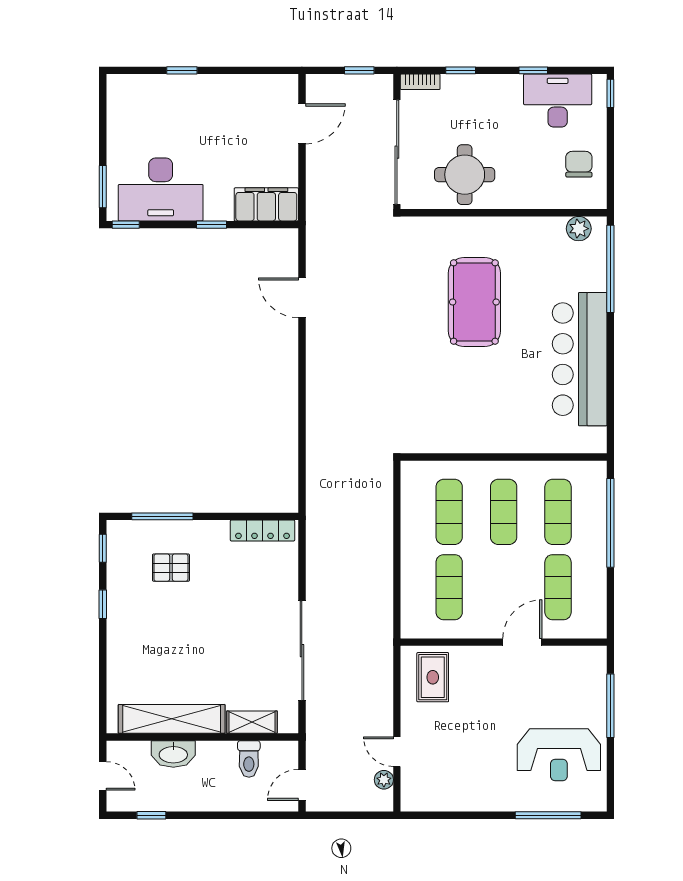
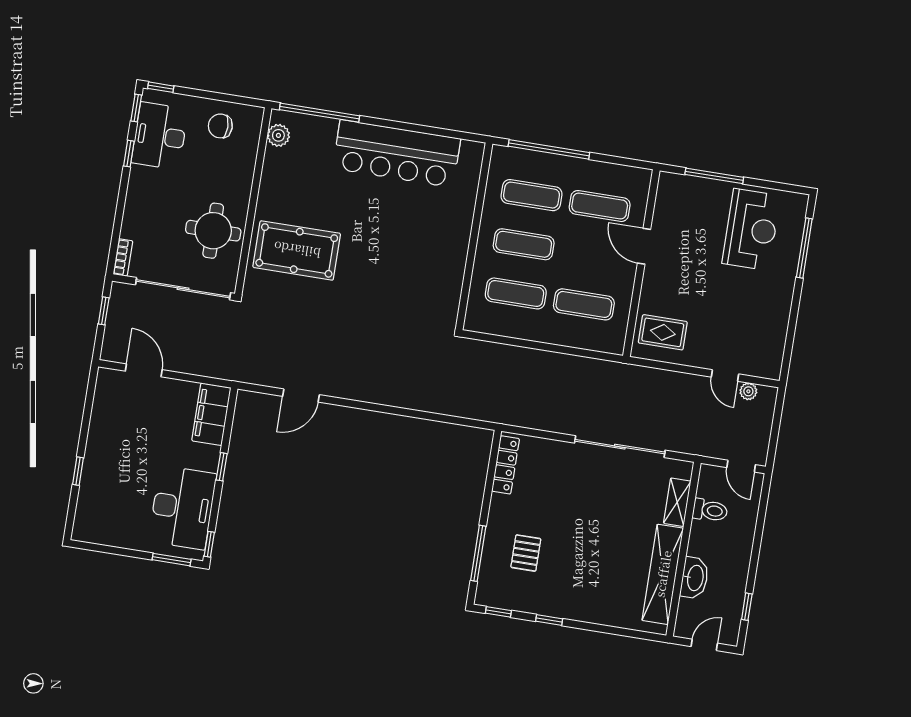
window: (461, 70) -> (136, 108), moved
pool table: (474, 302) -> (297, 250), moved
door: (397, 752) -> (725, 376), hinge flipped

